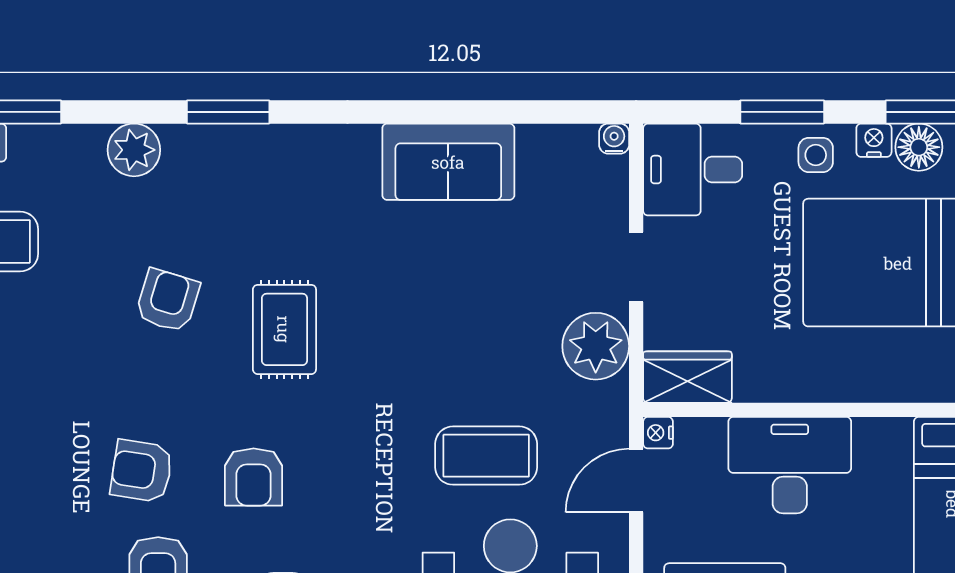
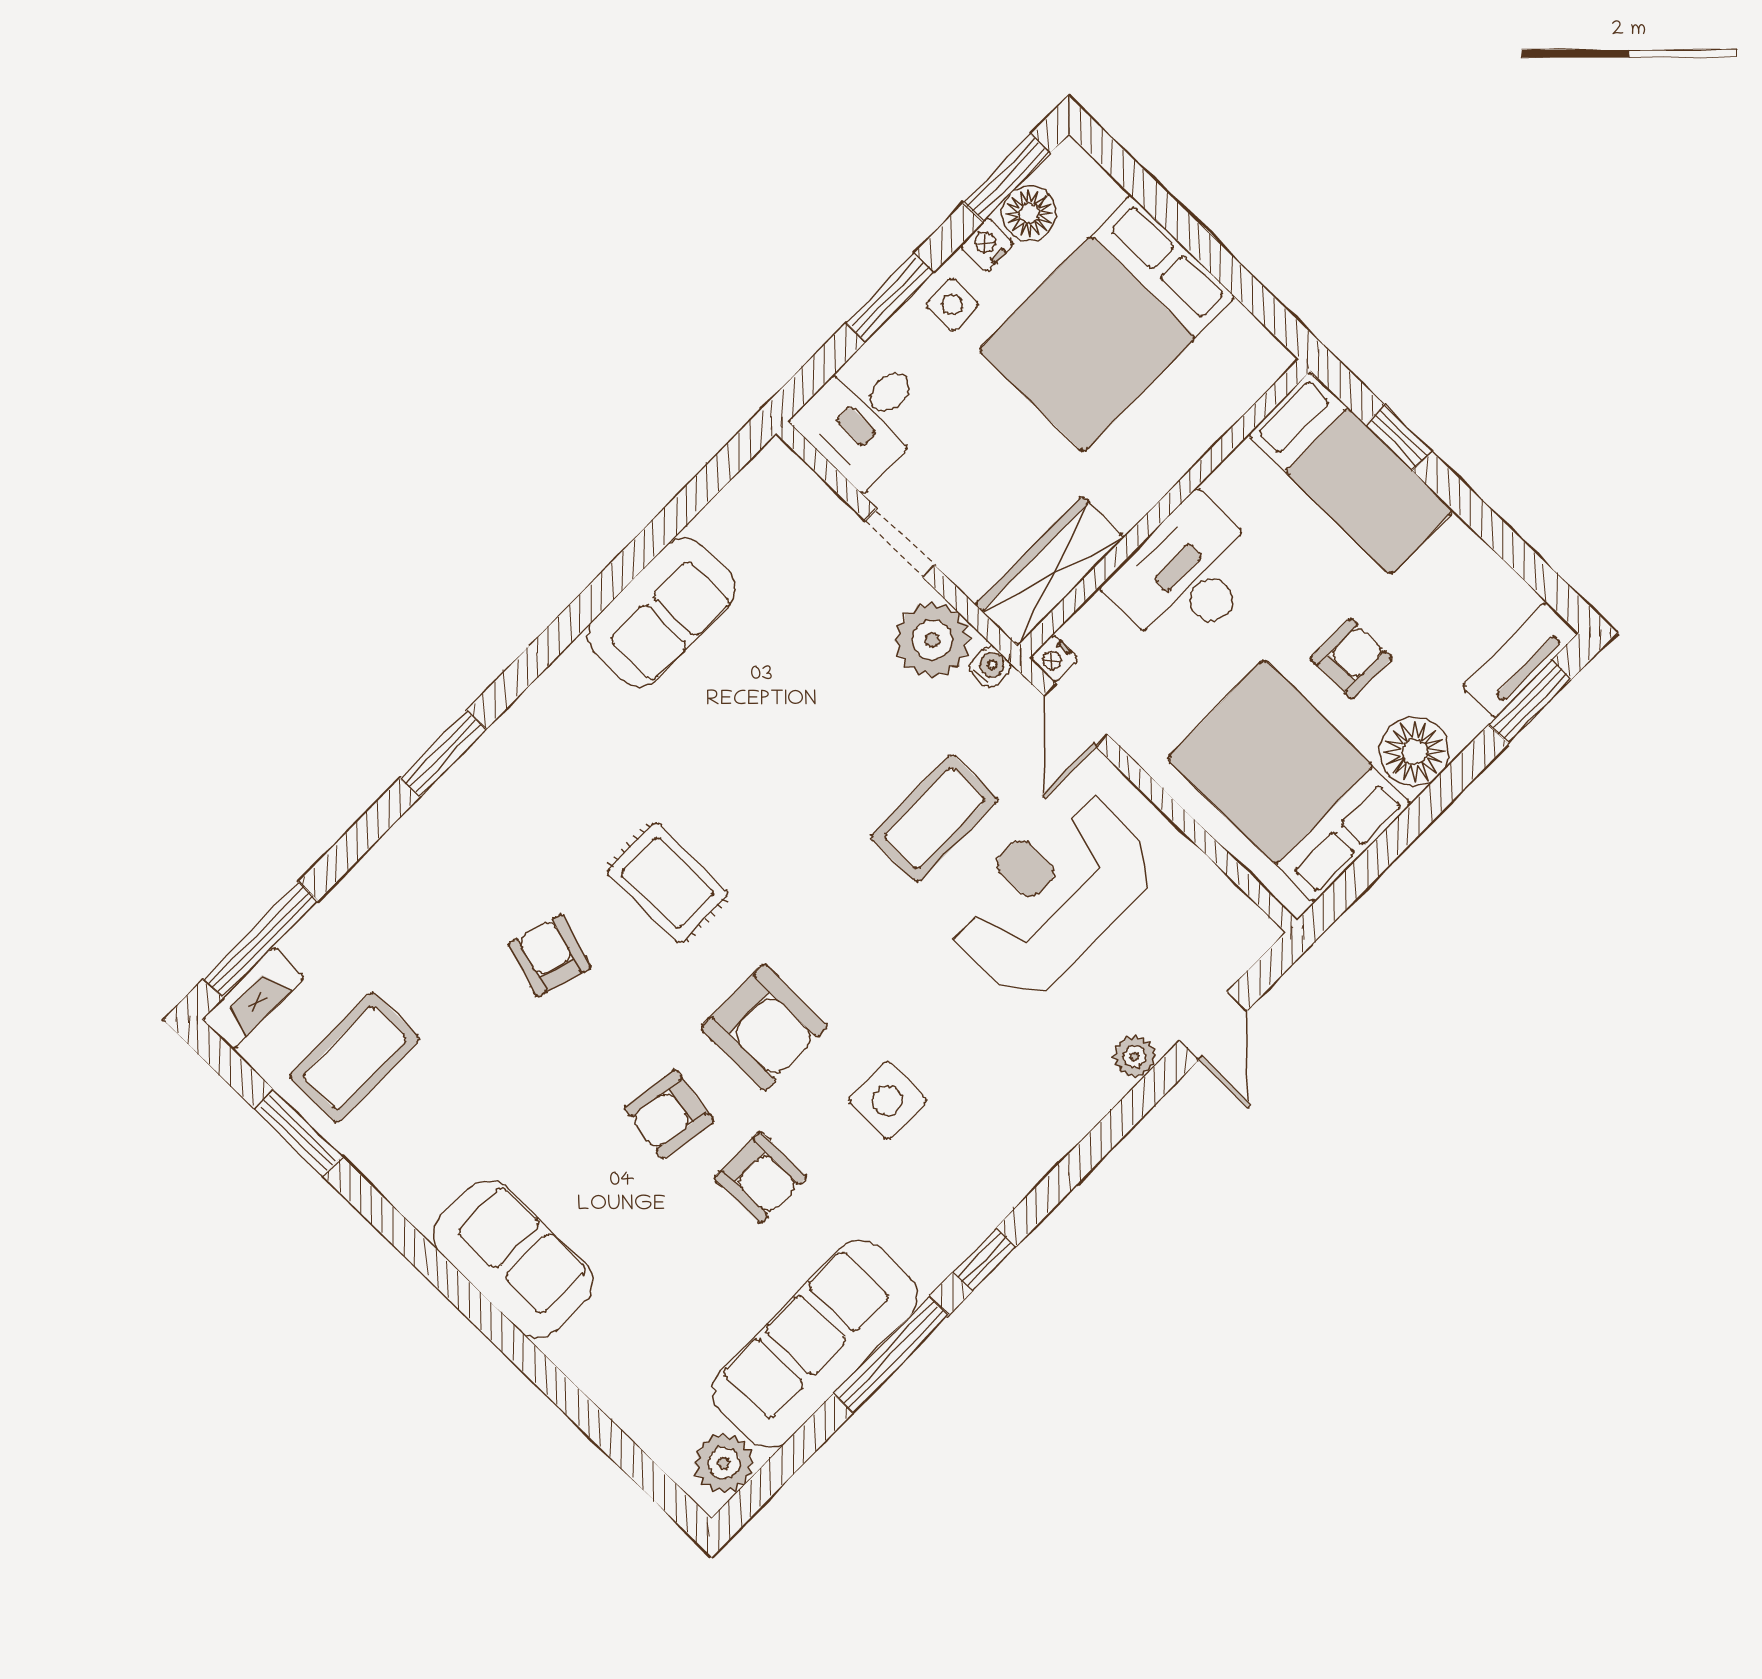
water cooler: (614, 139) -> (990, 667), moved, turned 90
plant: (134, 150) -> (398, 862), removed
wardrobe: (687, 377) -> (1050, 571), width x1.50
armchair: (254, 477) -> (764, 1027), width x1.38, depth x1.38

